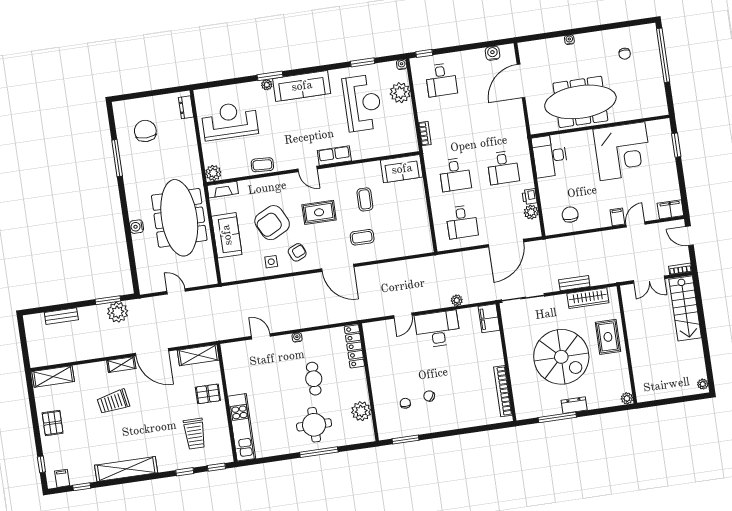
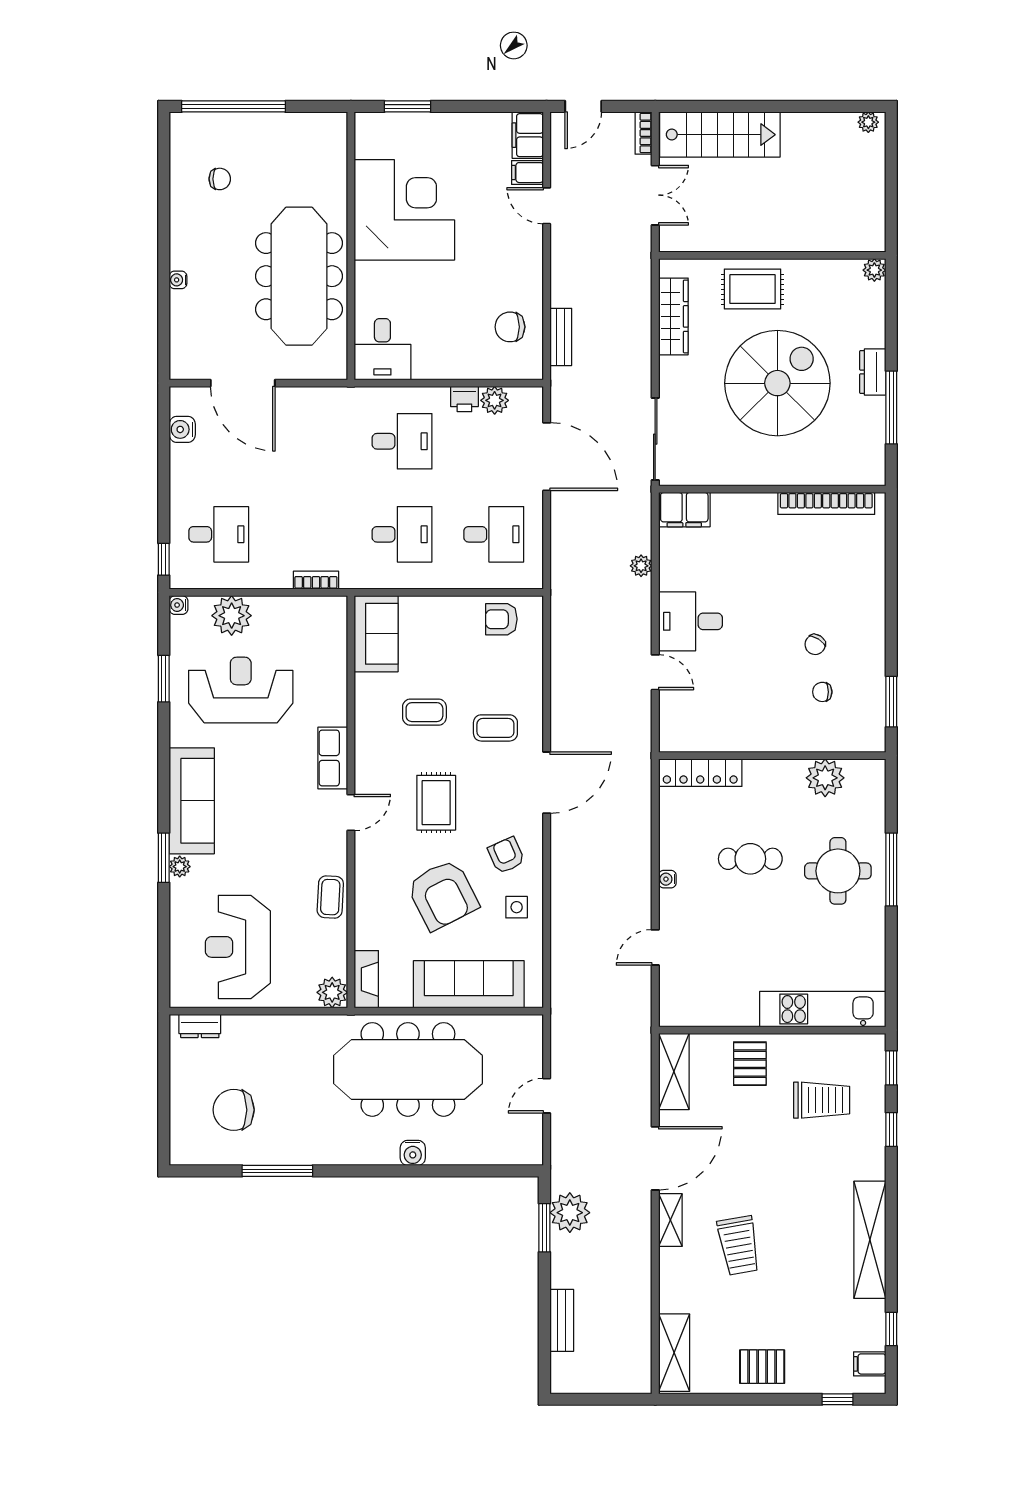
desk: (550, 156) -> (382, 349), width x0.73
filing cabinet: (617, 217) -> (527, 173), moved
armchair: (419, 232) -> (501, 619), added
sofa: (227, 235) -> (469, 984), width x1.36
coffee table: (362, 237) -> (495, 728), turned 90
bench: (574, 283) -> (561, 337), moved
desk: (437, 329) -> (690, 621), width x0.73

